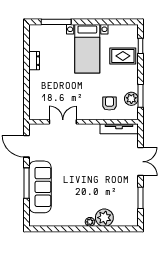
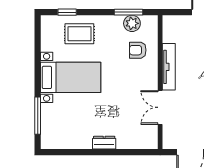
rug: (123, 56) -> (79, 34), turned 90
dresser: (34, 61) -> (104, 143), moved
tv unit: (119, 129) -> (169, 67), moved

